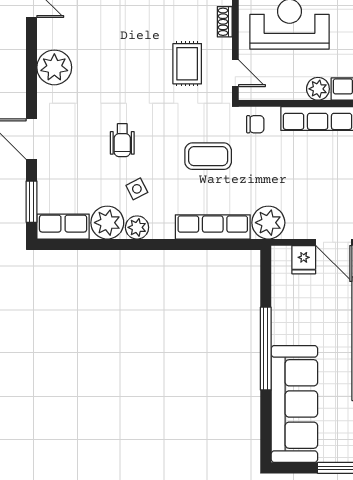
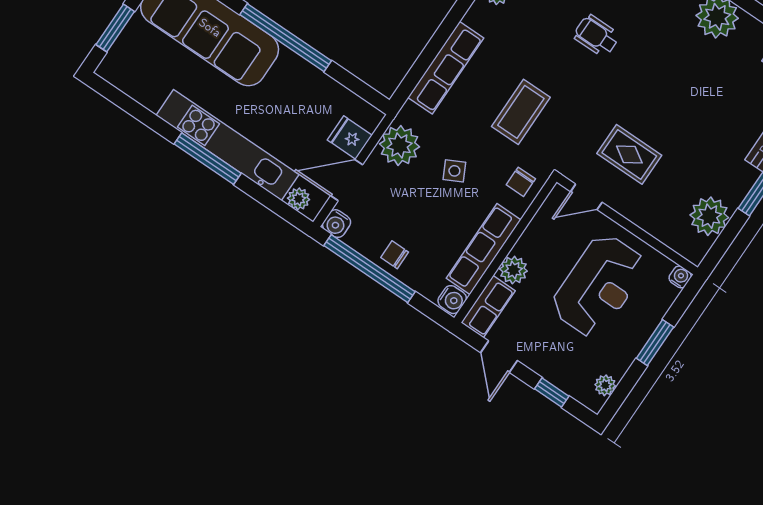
shoe rack: (225, 22) -> (646, 222), removed
side table: (137, 189) -> (454, 171), moved
plant: (268, 223) -> (399, 145), moved

